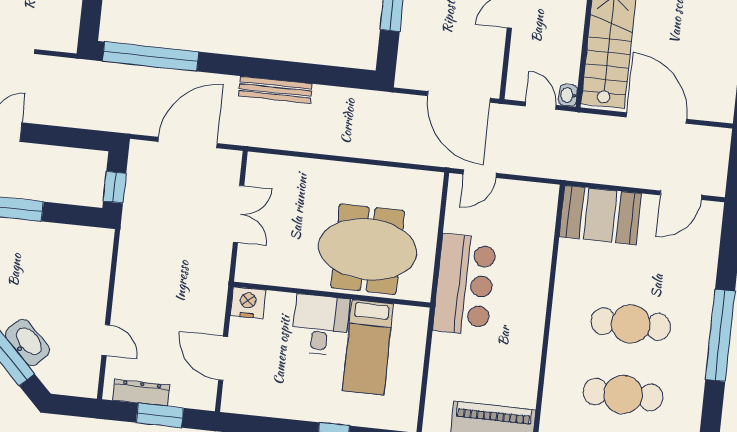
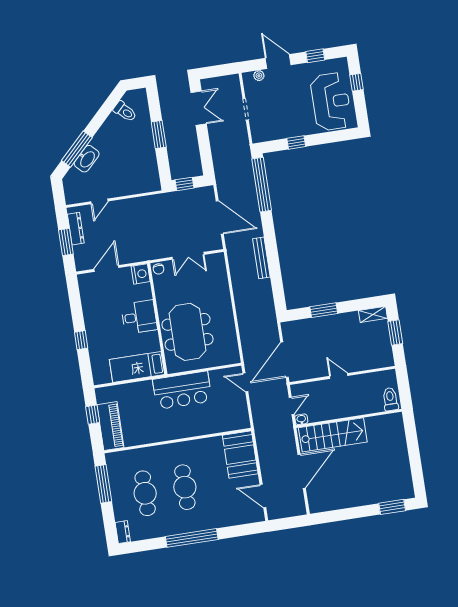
chair: (248, 270) -> (159, 269), added
bed: (368, 347) -> (137, 367), moved

